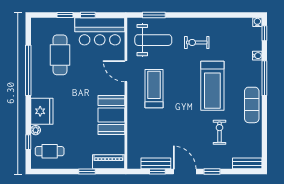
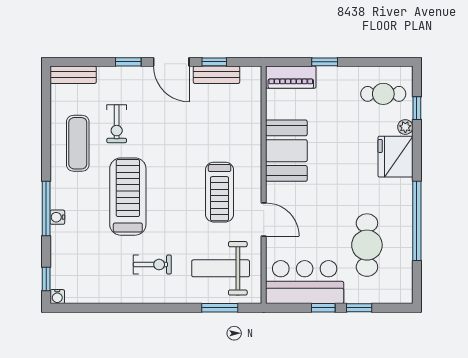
water cooler: (257, 56) -> (57, 217), moved
exercise mat: (252, 105) -> (78, 143), moved

